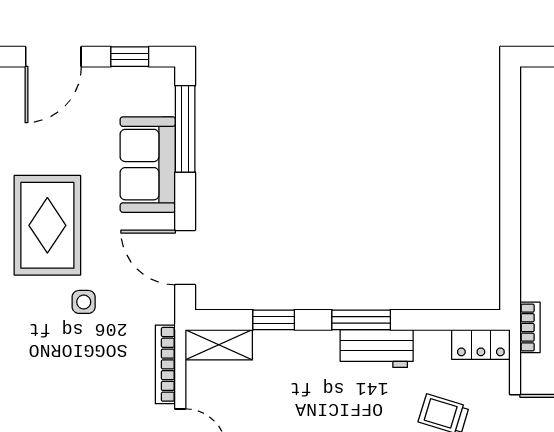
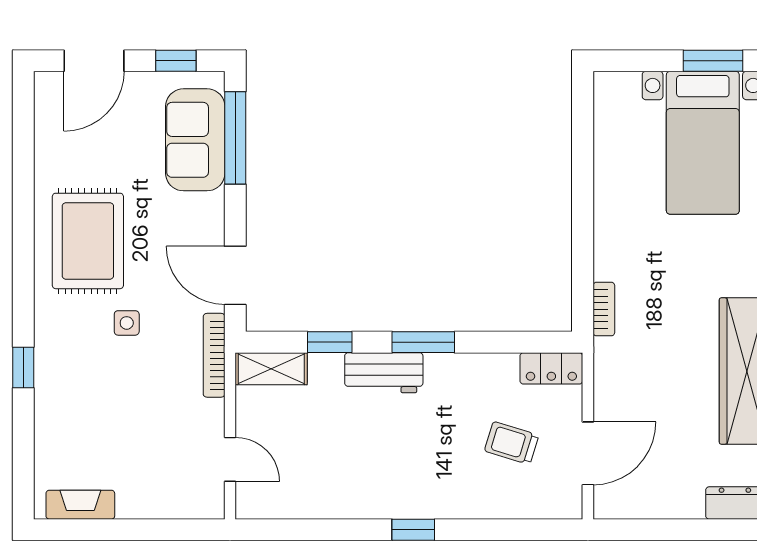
sofa: (148, 165) -> (195, 140), moved
bookcase: (530, 327) -> (604, 309), moved
workbench: (377, 349) -> (384, 373), moved
bookcase: (165, 364) -> (214, 355), moved

